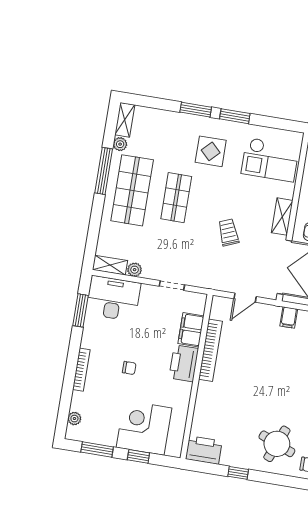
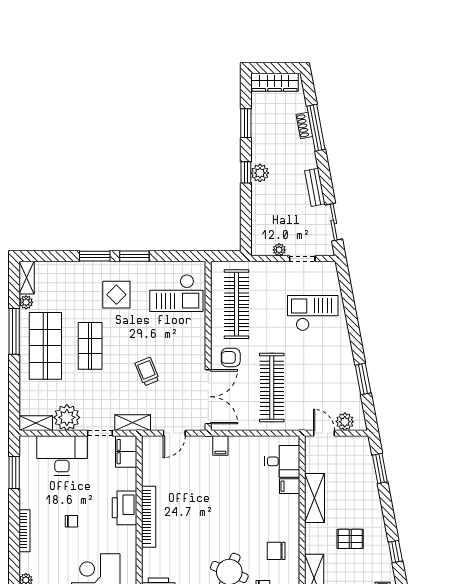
shelving: (282, 217) -> (133, 423), moved, turned 90
plant: (135, 270) -> (67, 417), width x1.87, depth x1.87
desk: (113, 298) -> (62, 455), moved
filing cabinet: (191, 330) -> (126, 452), moved
bookcase: (211, 350) -> (149, 517), moved

